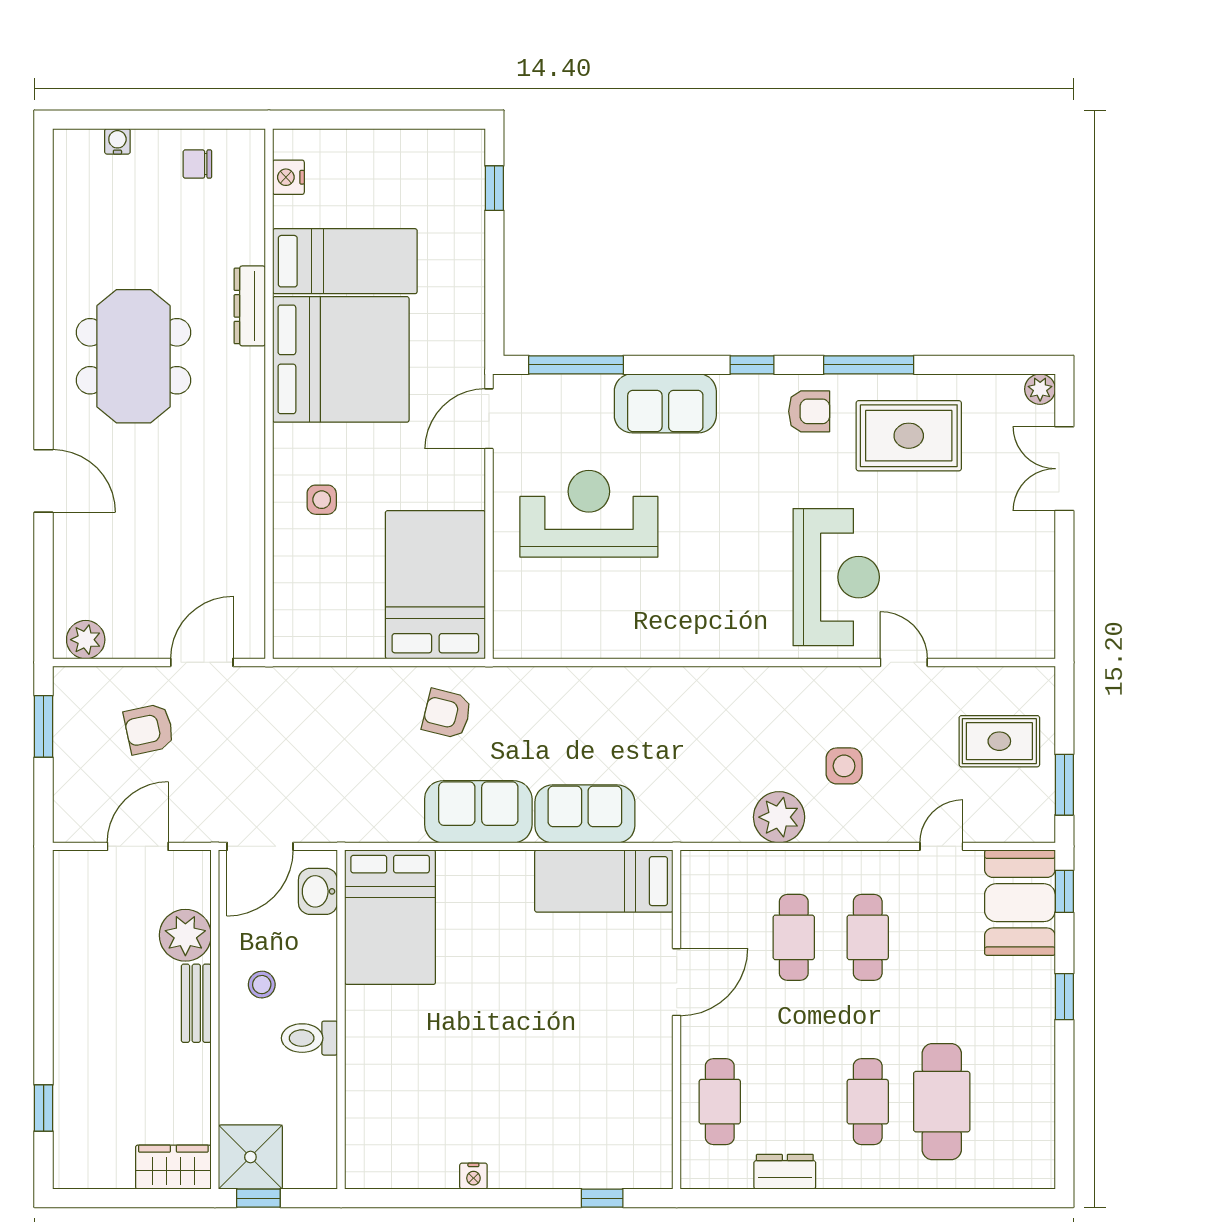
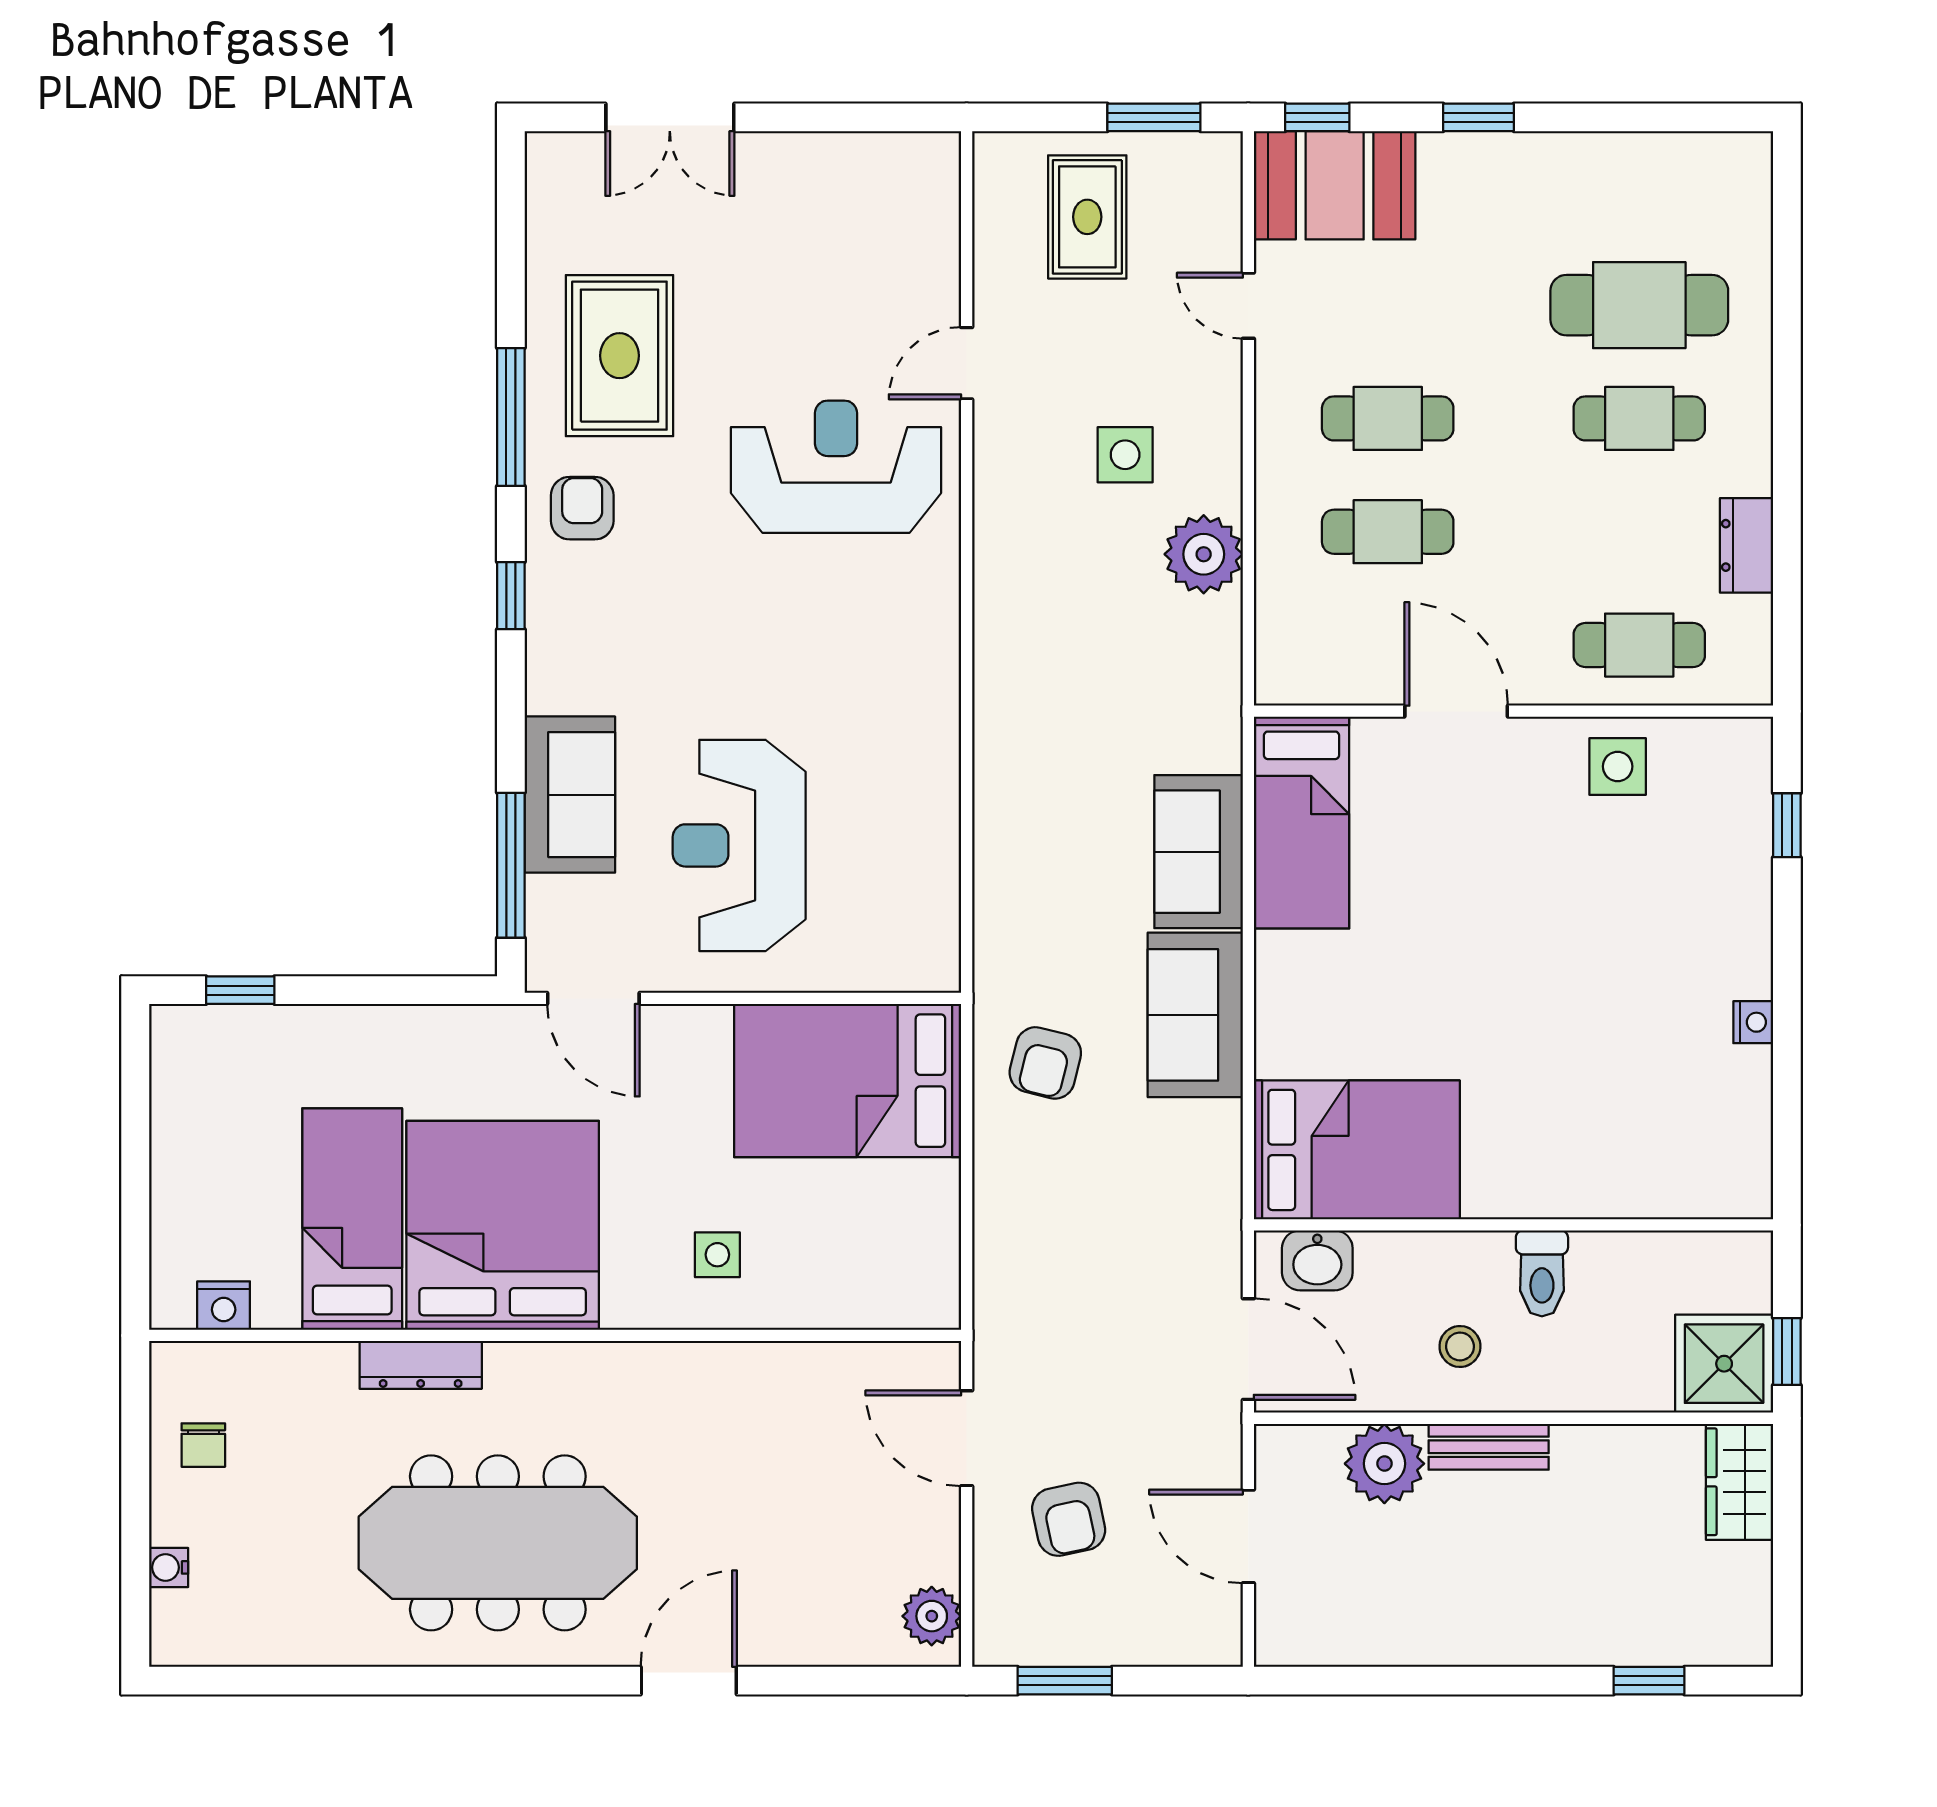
meeting table: (134, 356) -> (498, 1543), width x1.36
plant: (1040, 389) -> (548, 155), removed
sofa: (665, 403) -> (570, 795), moved
side table: (640, 1087) -> (1618, 766), added

